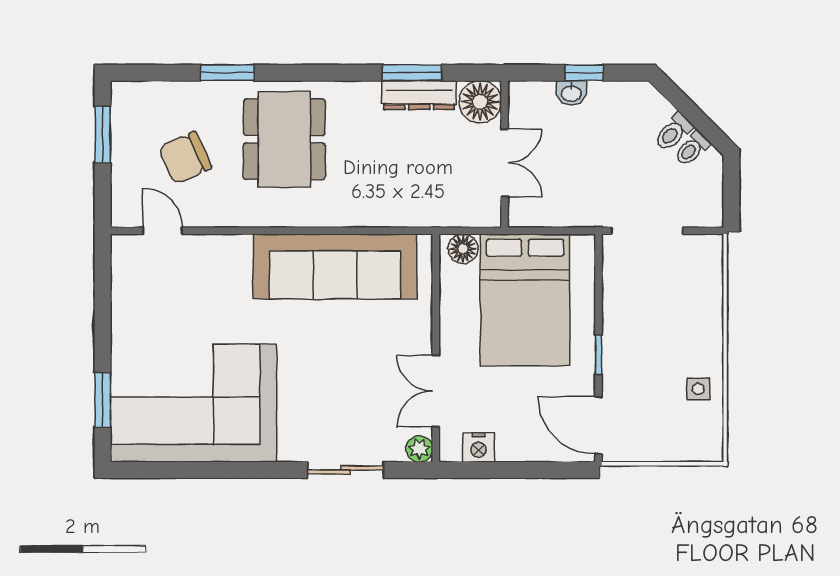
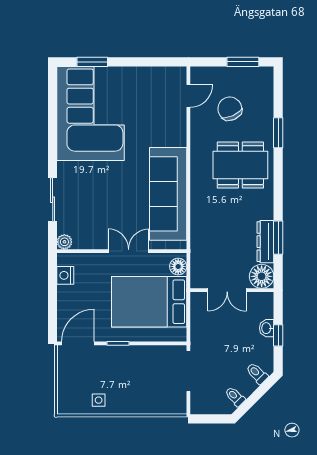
toilet: (674, 132) -> (257, 373), moved
double door: (436, 391) -> (129, 251), moved

